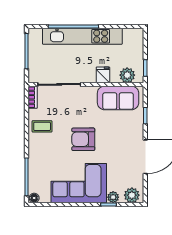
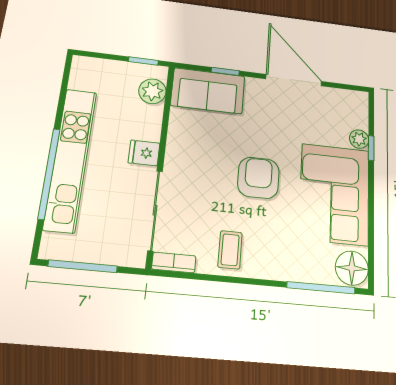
fridge: (103, 75) -> (144, 153), moved
sofa: (118, 98) -> (208, 91), moved, turned 90
armchair: (83, 139) -> (258, 178), turned 180
plant: (132, 195) -> (356, 109), removed
floor lamp: (34, 198) -> (352, 268), width x1.89, depth x1.89

